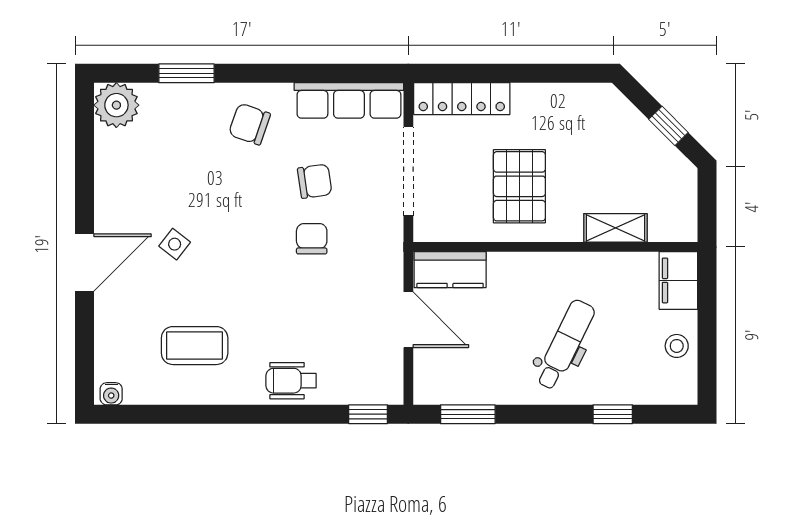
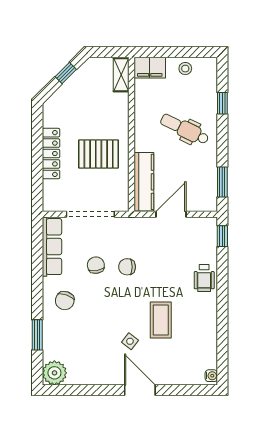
locker: (462, 99) -> (51, 154), moved
shelving: (615, 228) -> (121, 75), moved
kitchen counter: (450, 270) -> (144, 182), width x1.50
coffee table: (195, 346) -> (161, 320), moved

